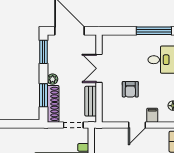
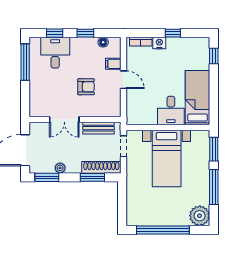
plant: (53, 79) -> (60, 168), moved

